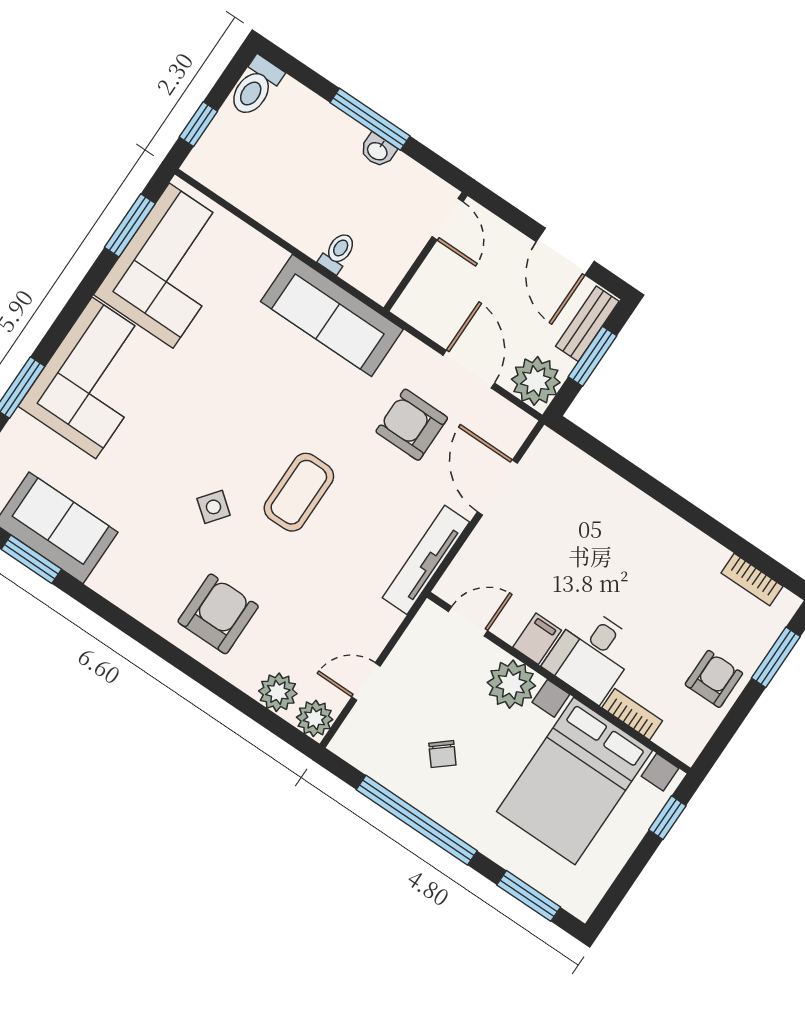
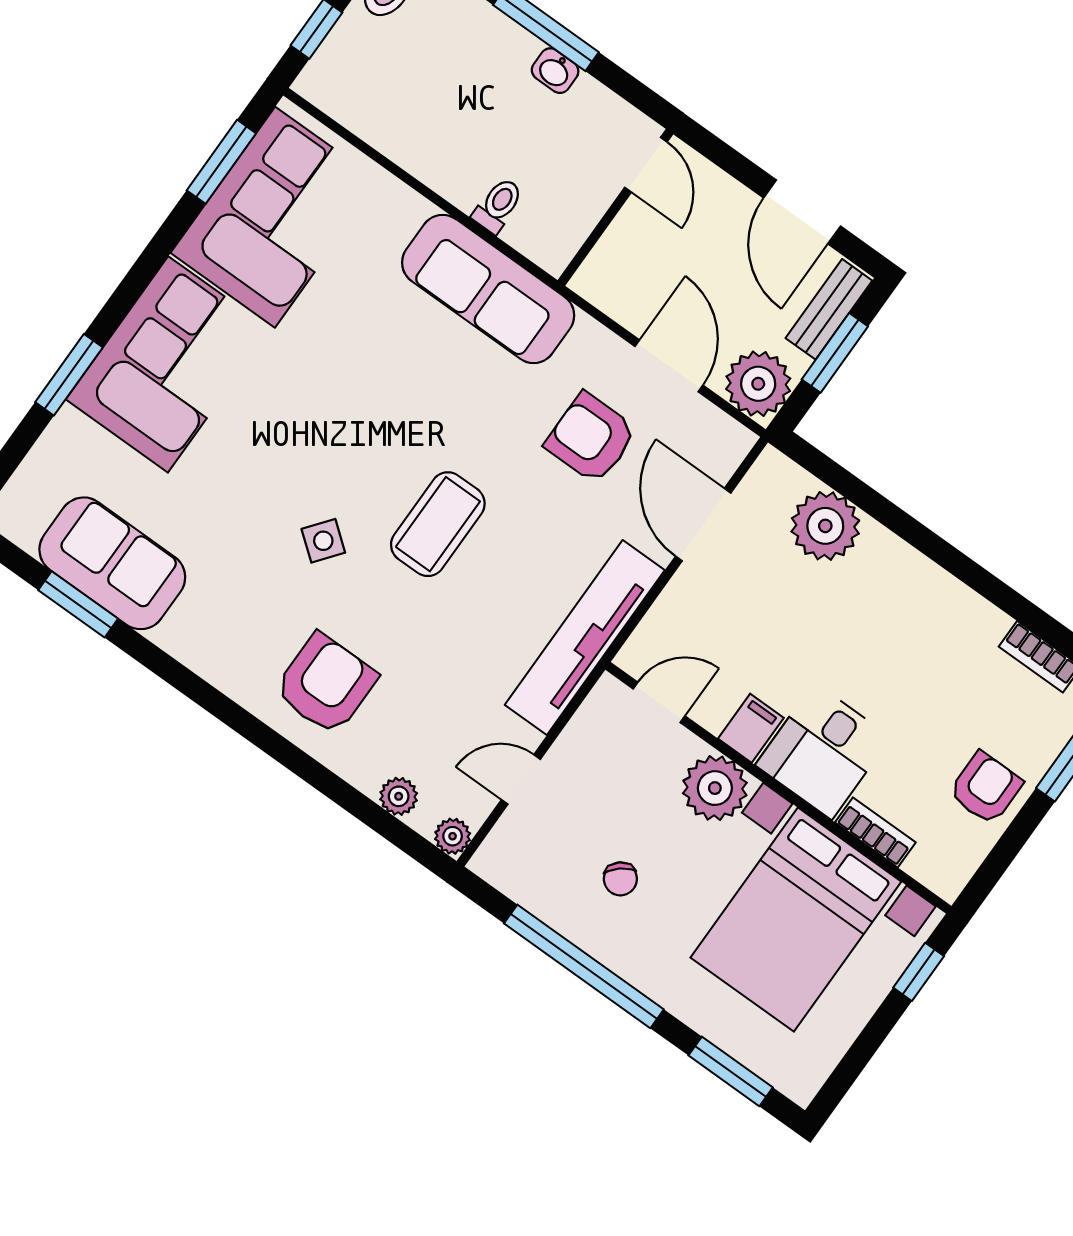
plant: (589, 486) -> (825, 526), added
tv unit: (426, 560) -> (585, 638), width x1.36, depth x1.29
plant: (278, 692) -> (399, 796), width x0.73, depth x0.73
plant: (315, 718) -> (453, 836), width x0.73, depth x0.73

